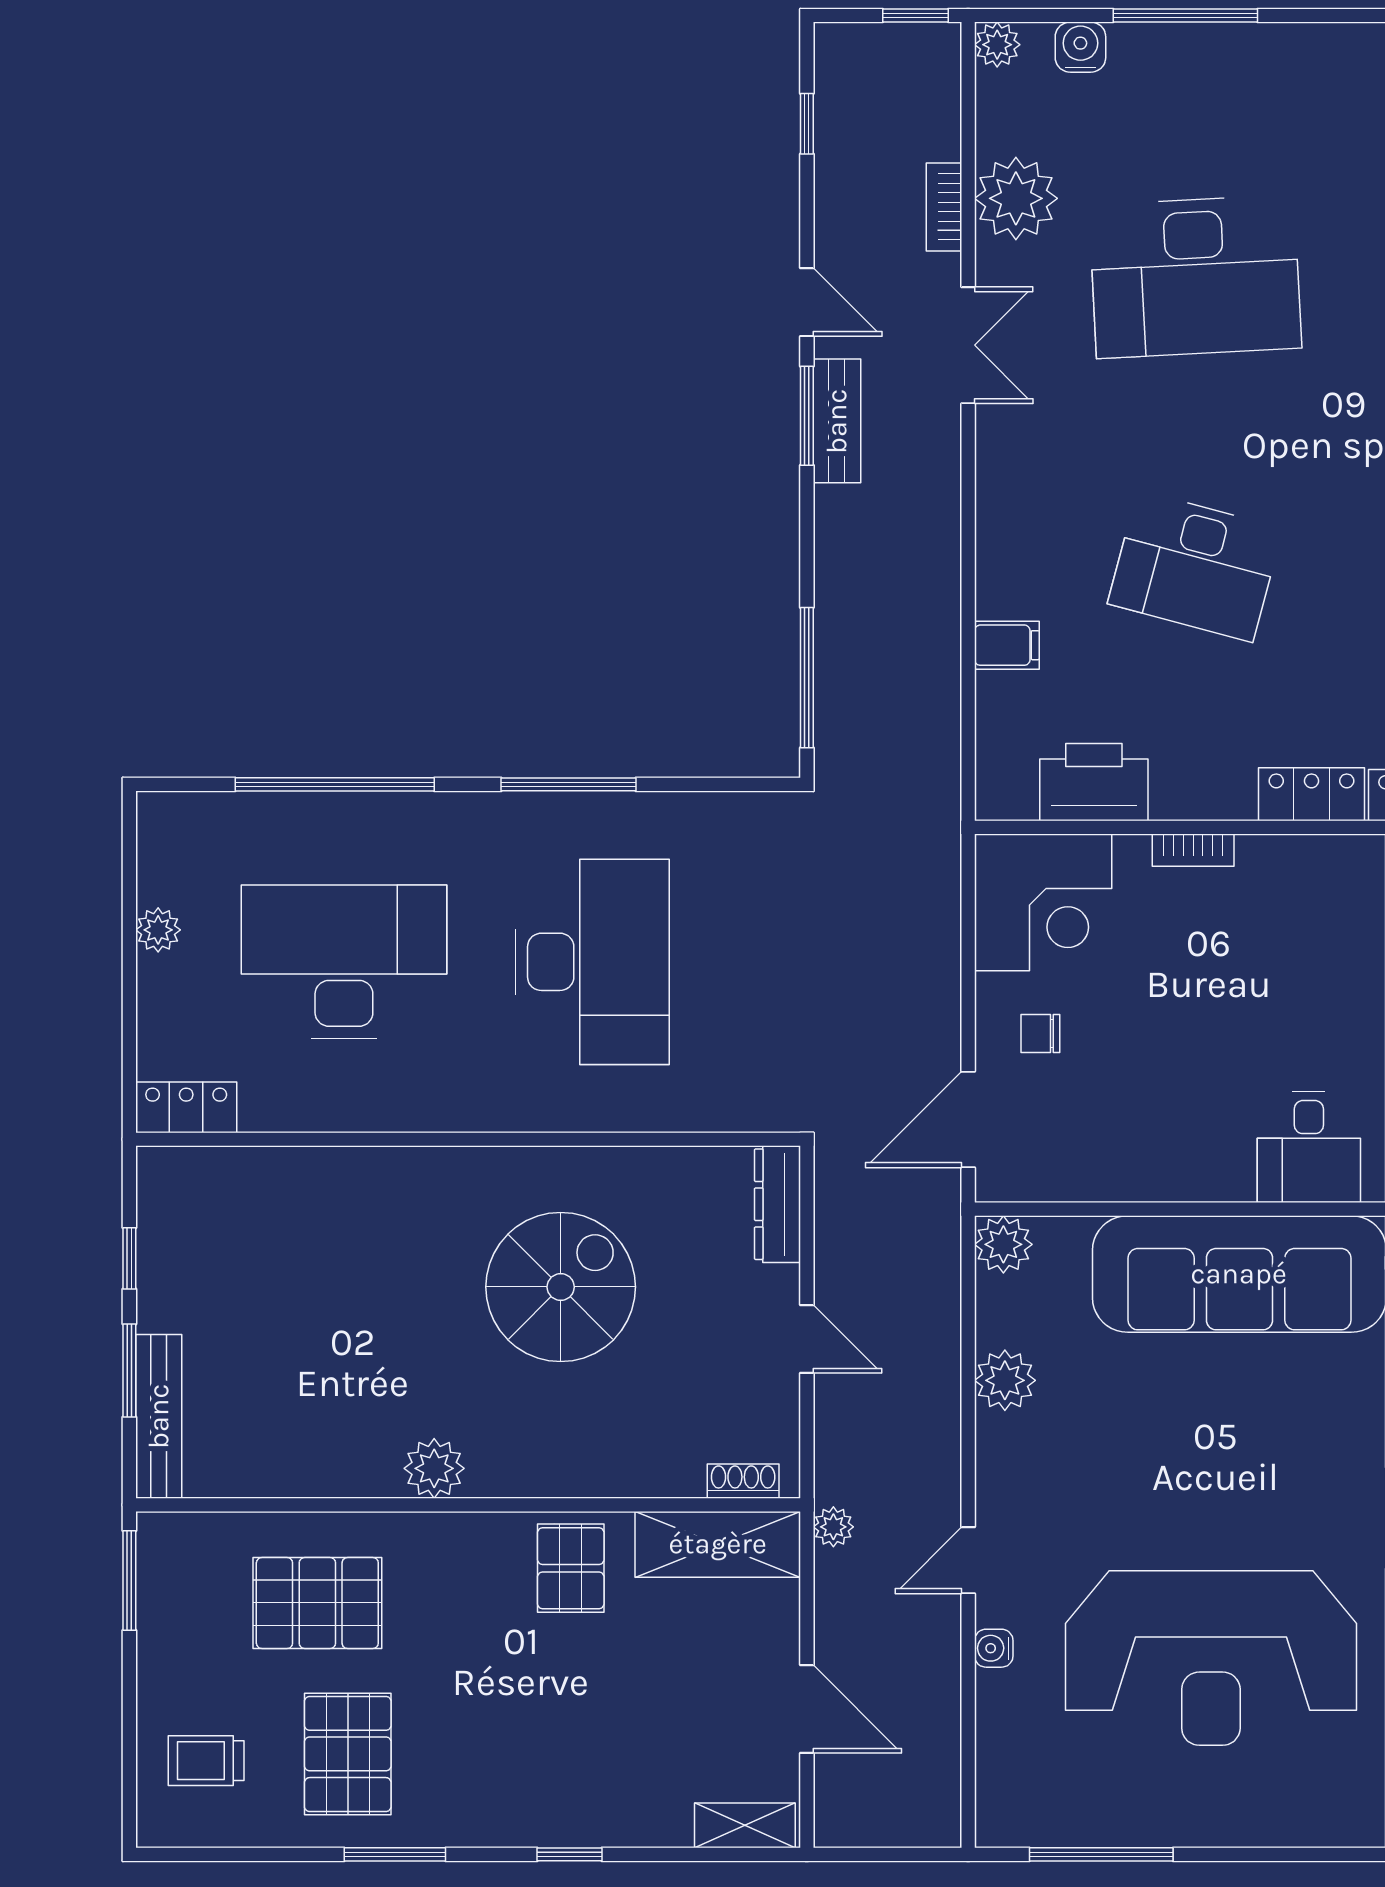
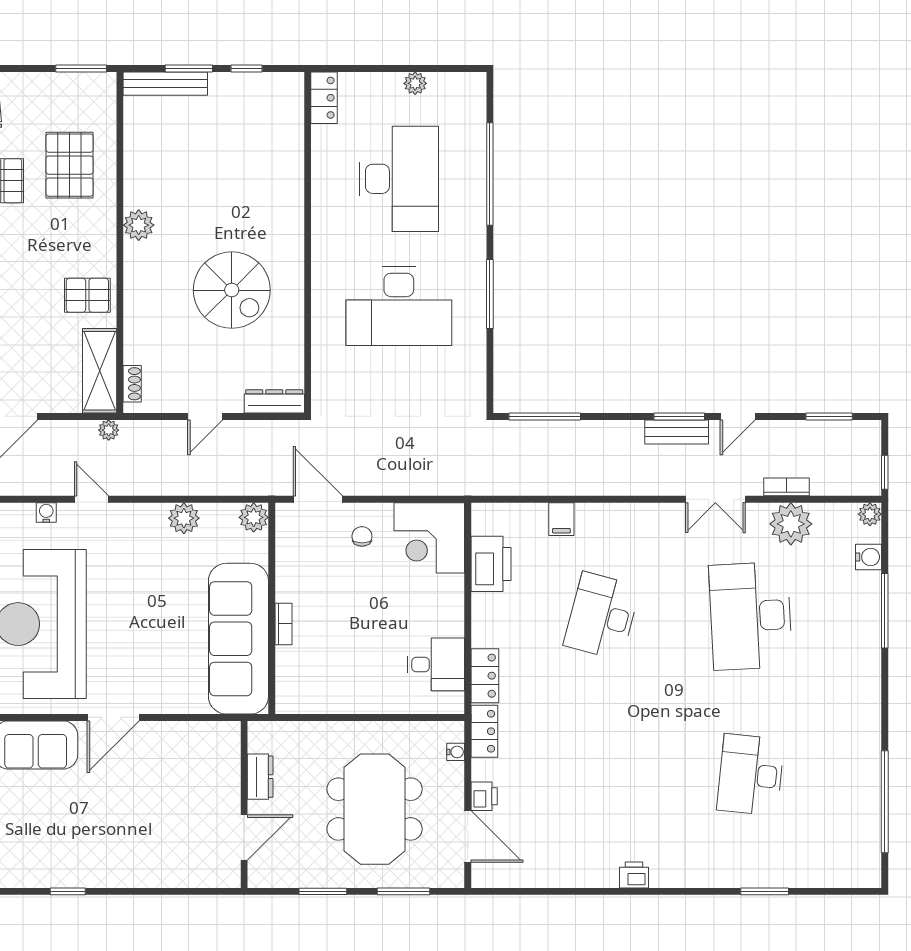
window: (807, 124) -> (829, 416), width x1.50
bookcase: (1193, 850) -> (283, 624), moved, turned 180
desk: (1309, 1147) -> (436, 664), moved, turned 180

